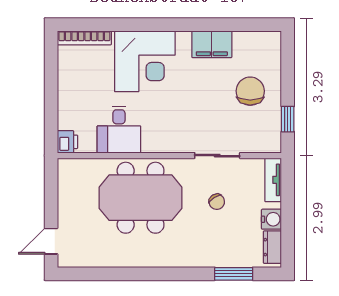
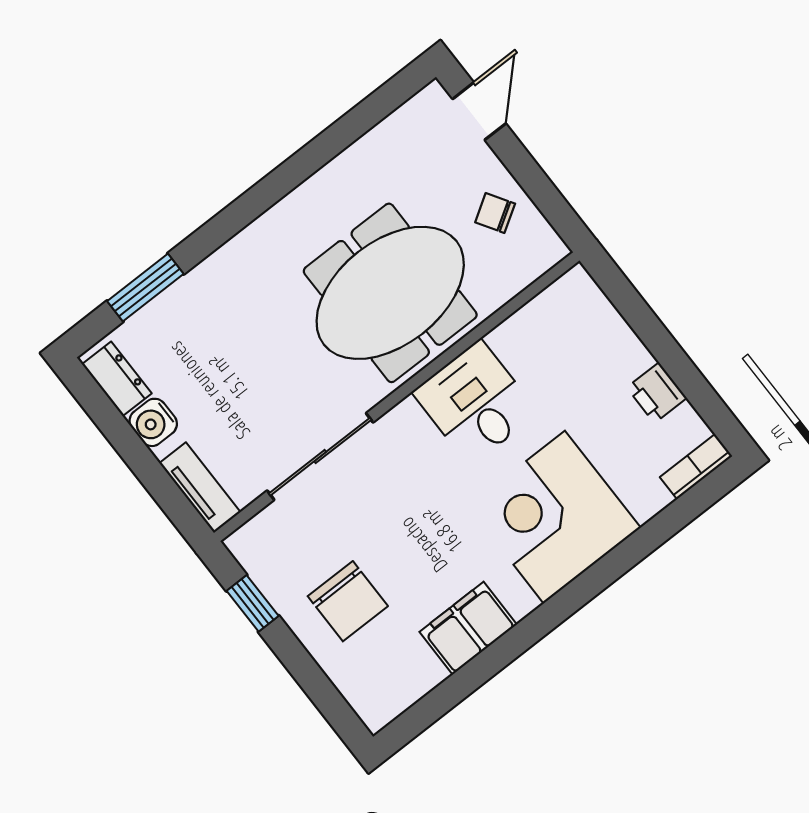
bookcase: (84, 38) -> (696, 467), width x0.64
desk: (119, 130) -> (475, 403), moved
printer: (68, 142) -> (657, 393), moved
sliding door: (217, 156) -> (320, 457), width x1.37
chair: (217, 202) -> (495, 213), moved

